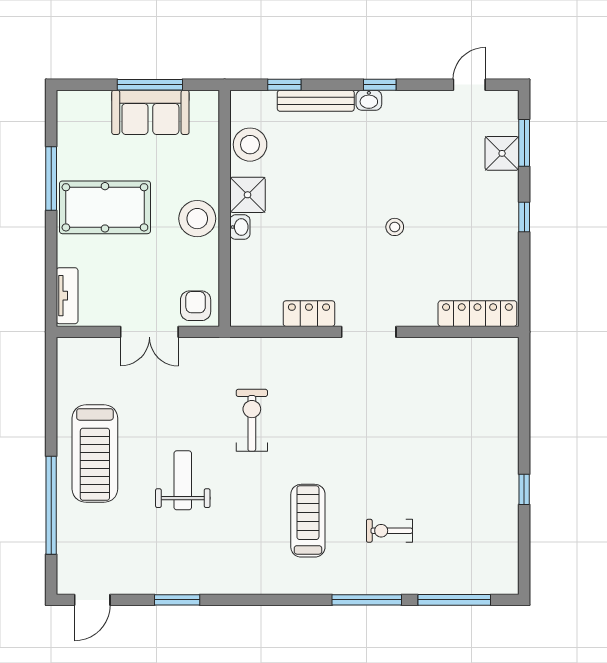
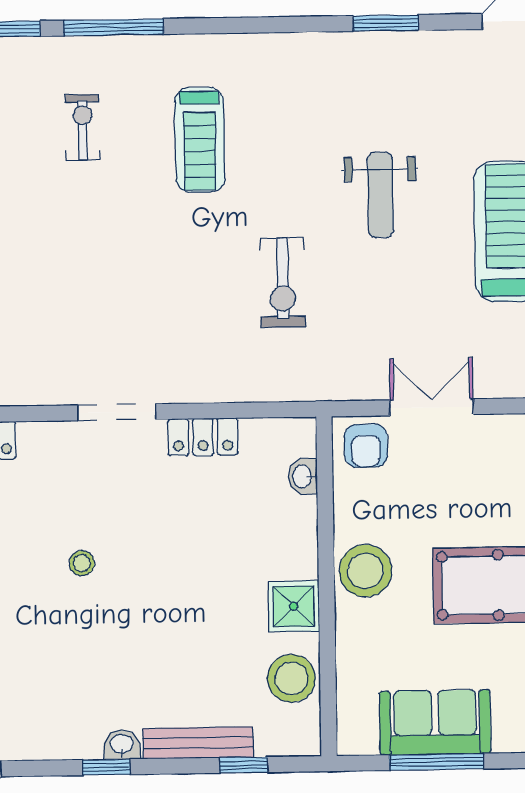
washbasin: (240, 227) -> (303, 476), moved
exercise bike: (389, 531) -> (83, 127), turned -90

